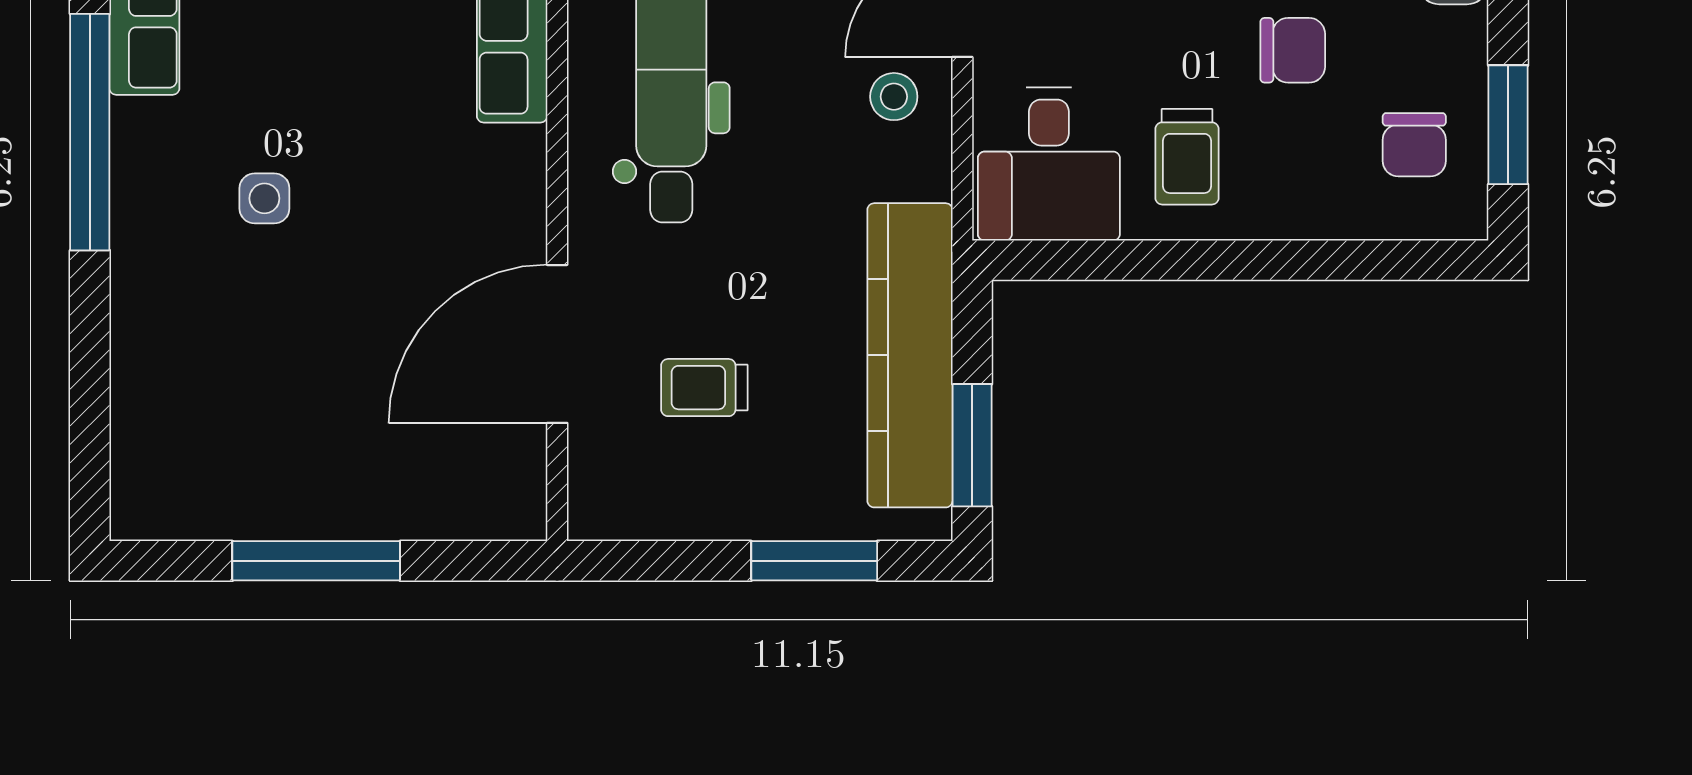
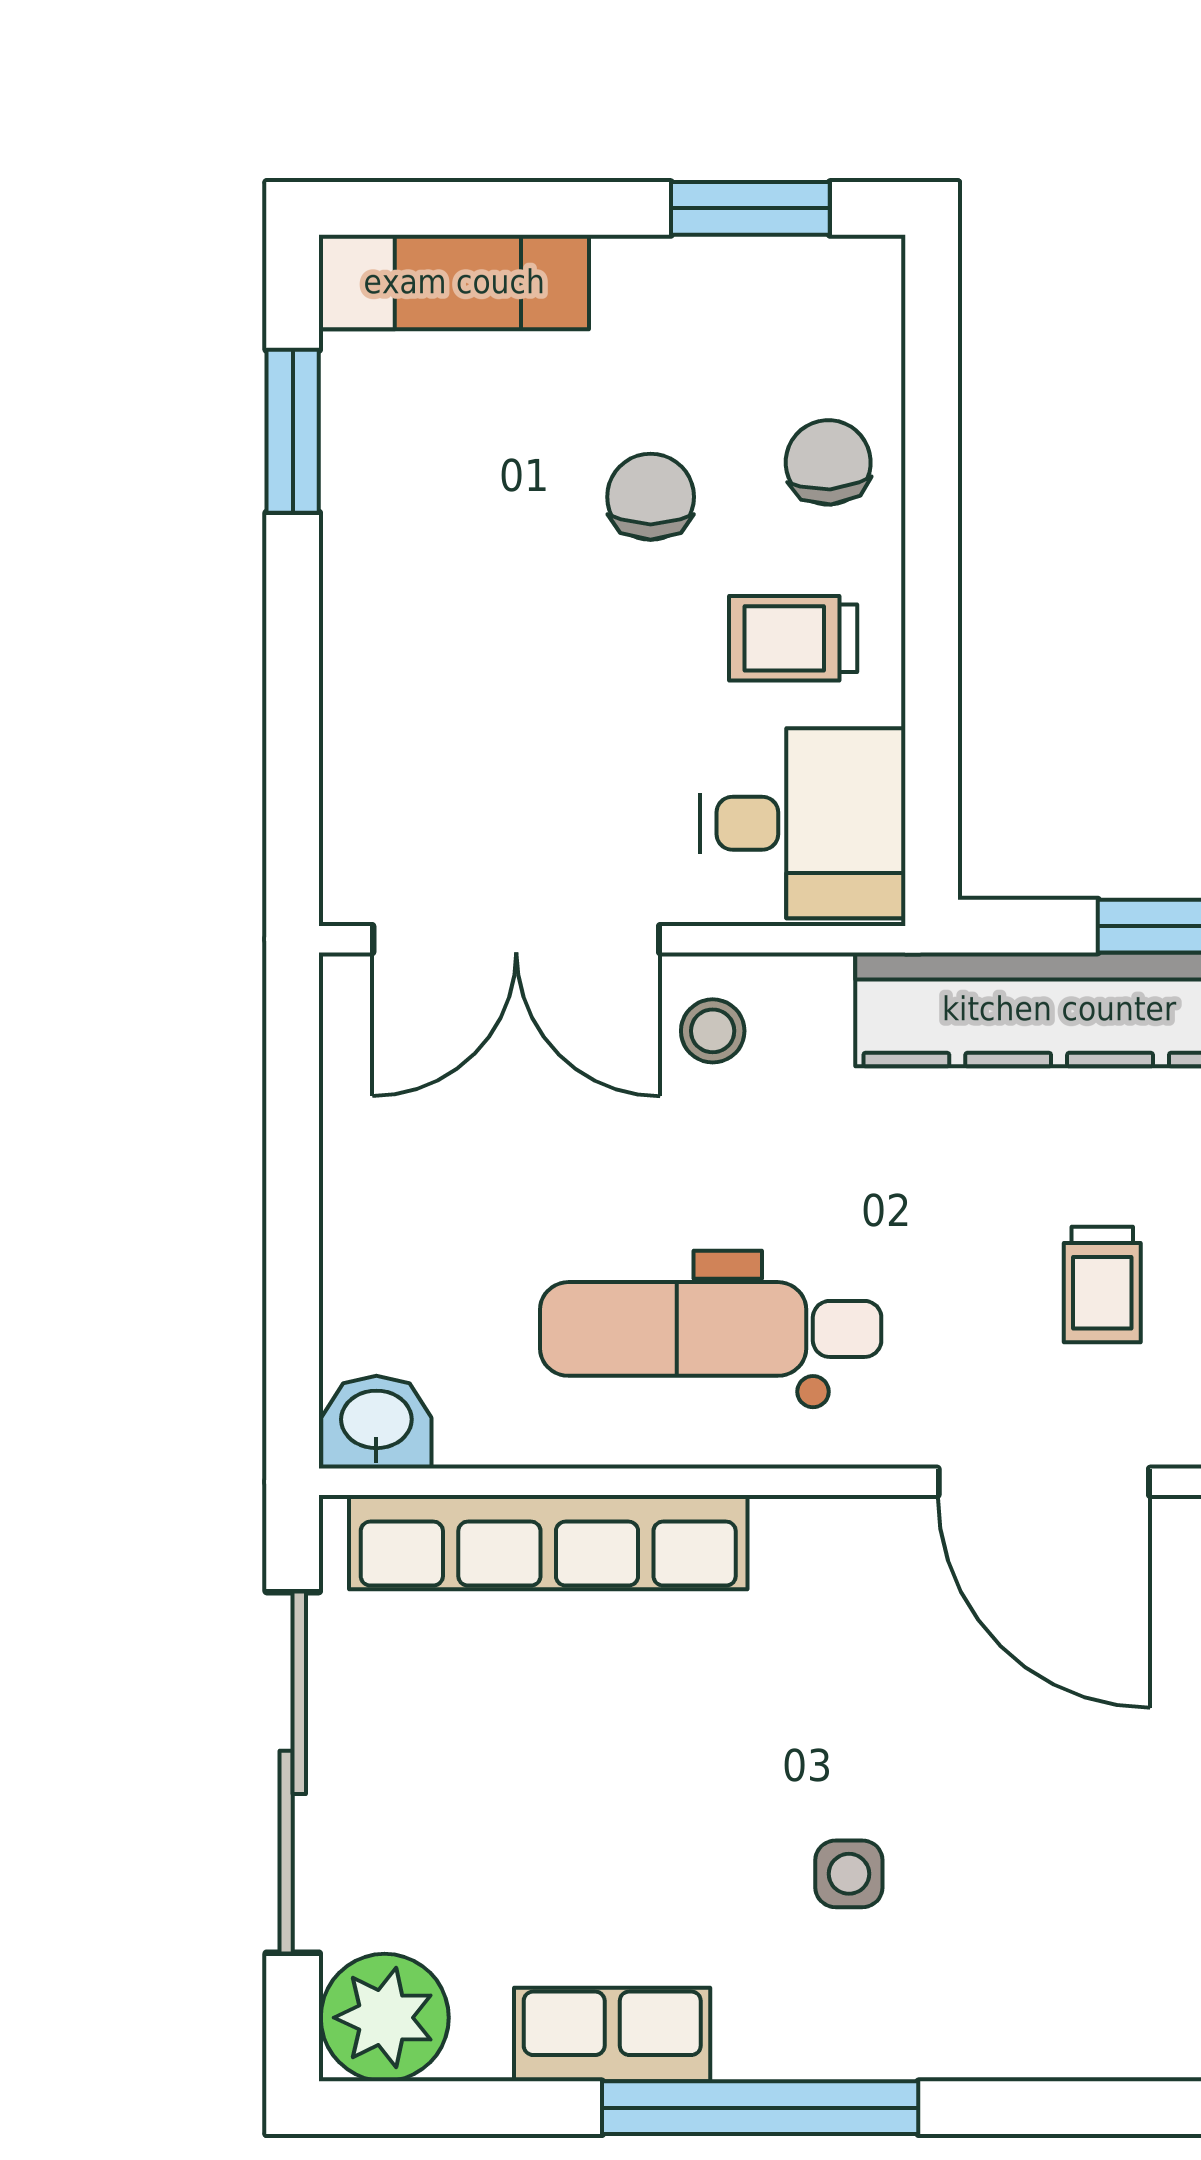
chair: (1414, 145) -> (828, 462), moved, turned -94
trolley: (1187, 157) -> (793, 638), turned 180

